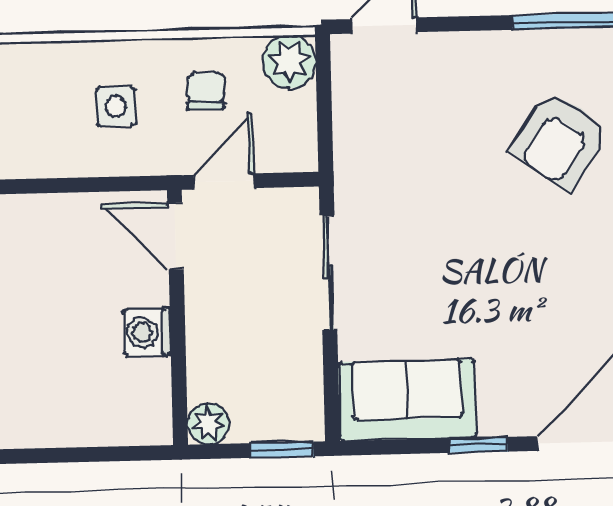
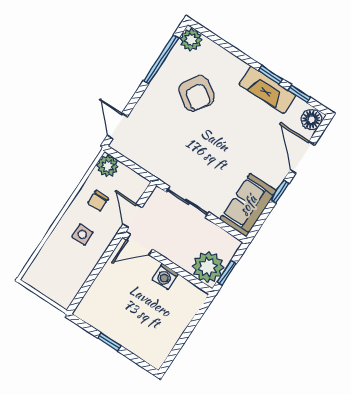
chair: (206, 91) -> (98, 201), turned -90
plant: (208, 424) -> (208, 267), width x1.88, depth x1.88
window: (282, 450) -> (227, 273), moved

